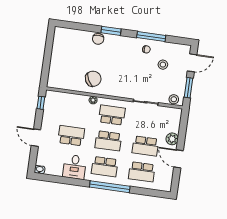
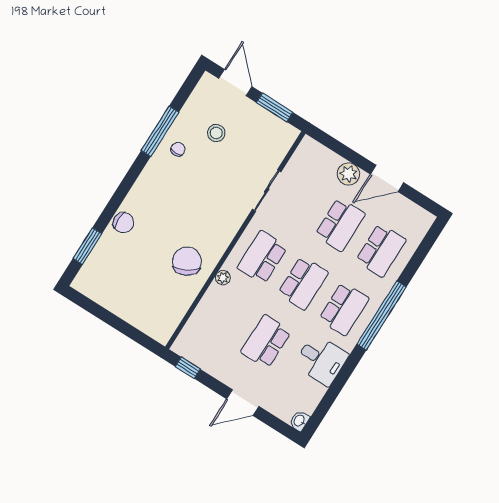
window: (111, 31) -> (87, 246), moved
stool: (174, 99) -> (283, 141), removed

